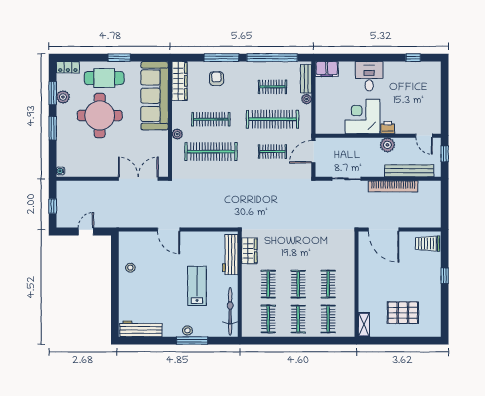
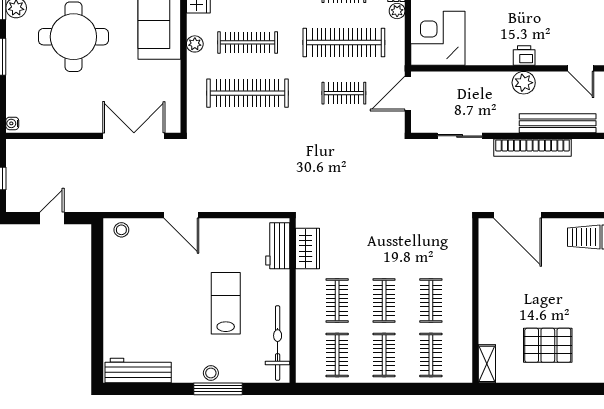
corner desk: (363, 116) -> (438, 38), moved
plant: (177, 134) -> (195, 44), moved
workbench: (230, 255) -> (278, 246), width x0.73
stool: (130, 268) -> (121, 230), moved

